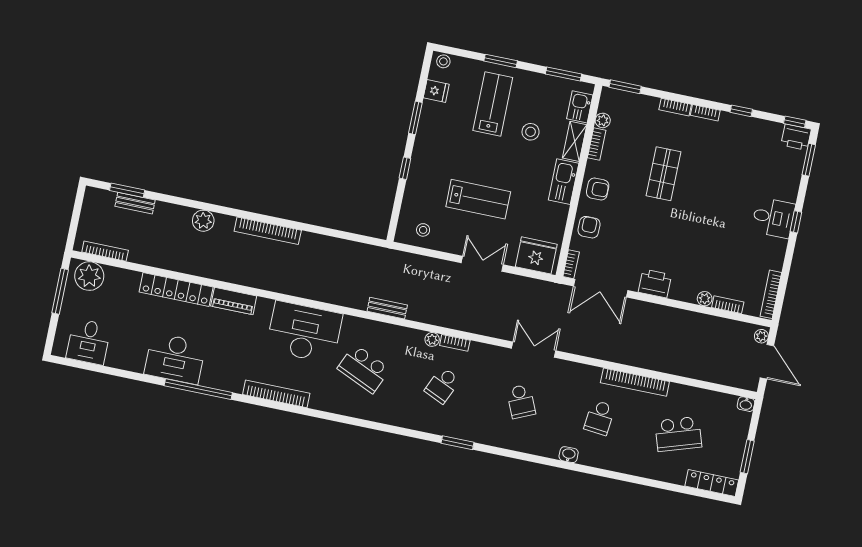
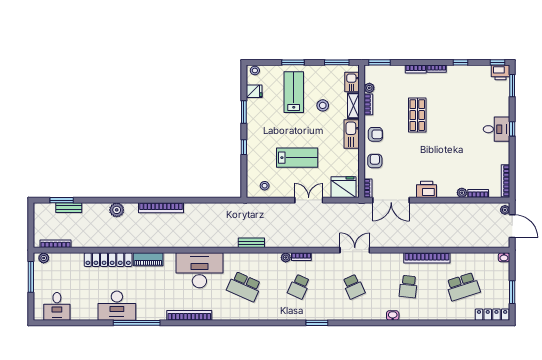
plant: (89, 276) -> (44, 258), width x0.53, depth x0.53

